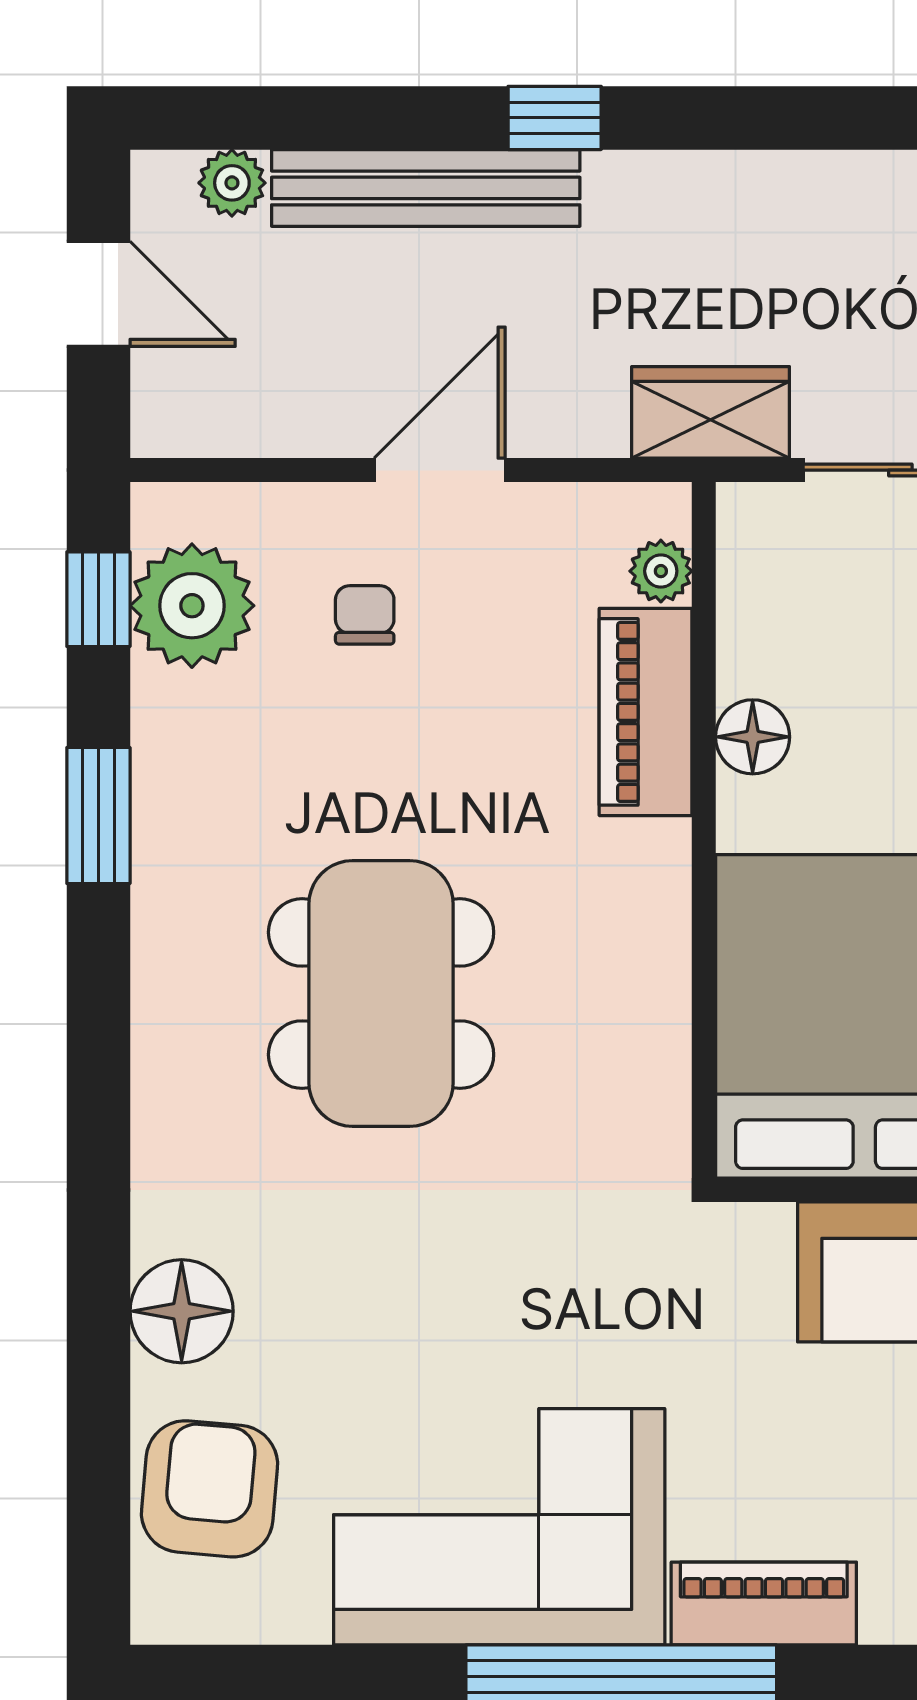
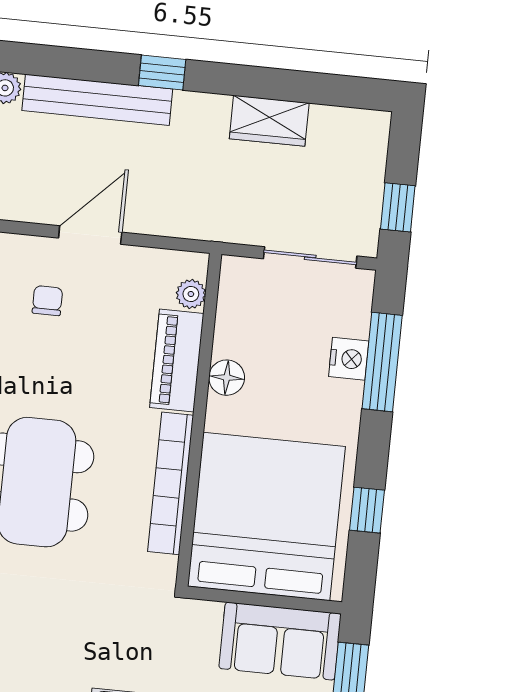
wardrobe: (711, 412) -> (269, 121), moved, turned 180
bookcase: (659, 968) -> (171, 483), added

